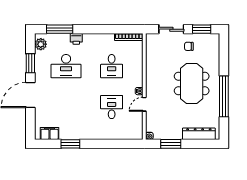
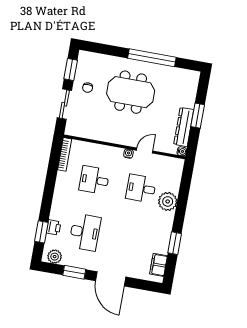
window: (60, 29) -> (41, 232), width x0.69
printer: (76, 39) -> (54, 227), moved
desk: (112, 66) -> (94, 180), turned 180
door: (144, 104) -> (145, 151), swing flipped
plant: (105, 132) -> (168, 201), added
dresser: (199, 134) -> (184, 127), moved
window: (171, 144) -> (198, 116), moved

